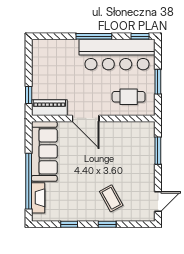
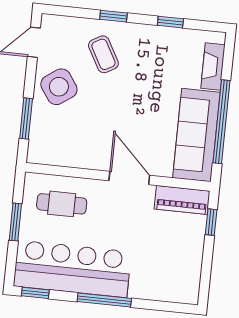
side table: (138, 174) -> (59, 87), added
window: (29, 181) -> (222, 122), moved

